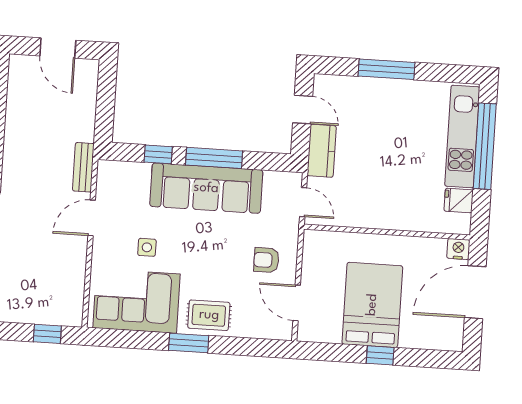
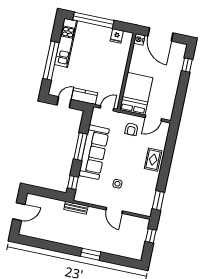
window: (386, 69) -> (51, 61), width x1.46
kitchen unit: (462, 136) -> (66, 43), moved, turned -90
window: (158, 154) -> (73, 182), moved
door: (92, 218) -> (114, 210), moved
corner sofa: (136, 301) -> (142, 192), removed
bed: (372, 305) -> (136, 94), moved, turned 90
window: (189, 343) -> (158, 200), moved
window: (380, 355) -> (187, 65), moved

